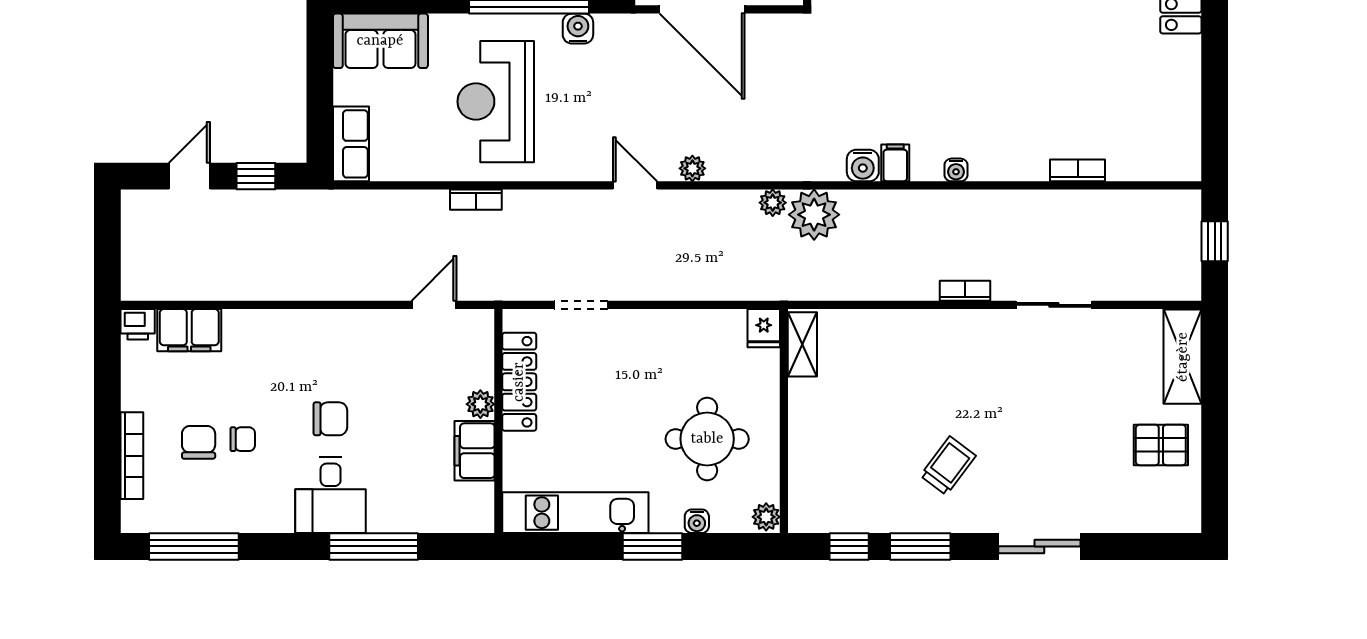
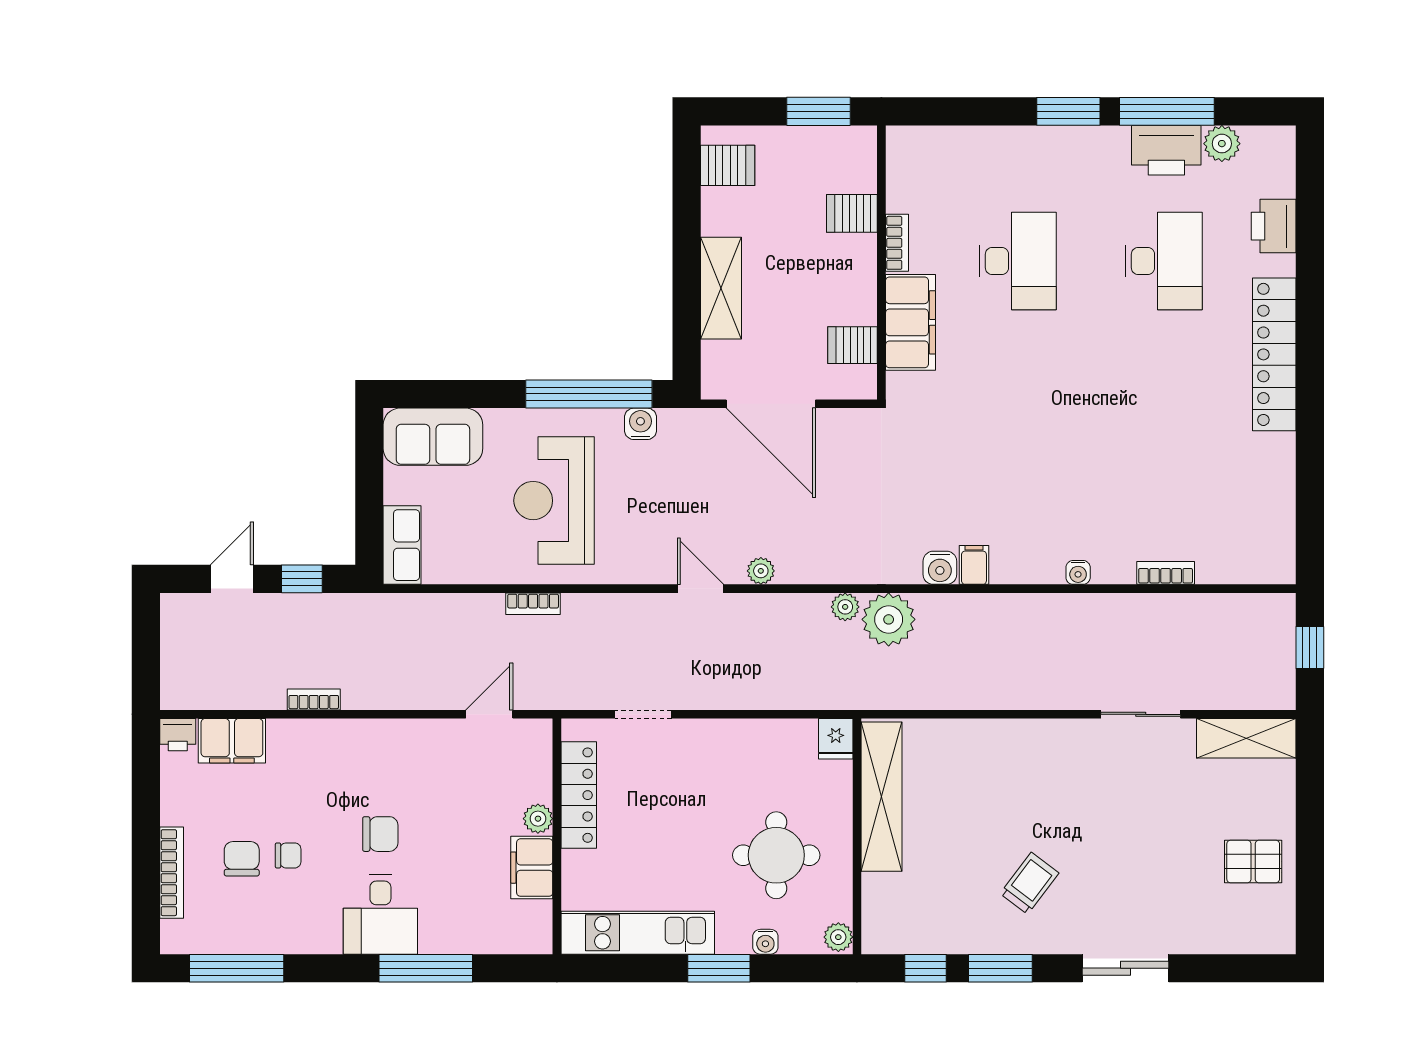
water cooler: (956, 170) -> (1078, 572), moved
bookcase: (965, 291) -> (314, 699), moved
shelving: (802, 344) -> (882, 797), width x2.20, depth x1.33
shelving: (1183, 357) -> (1246, 738), moved, turned 90

